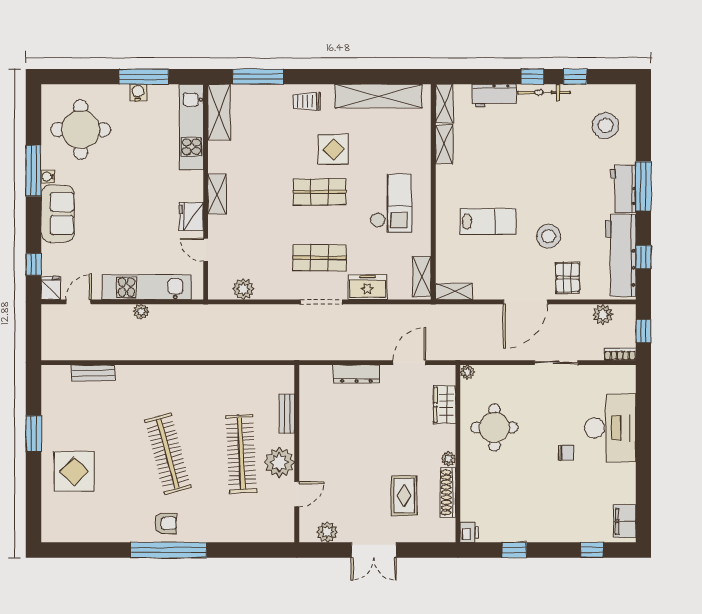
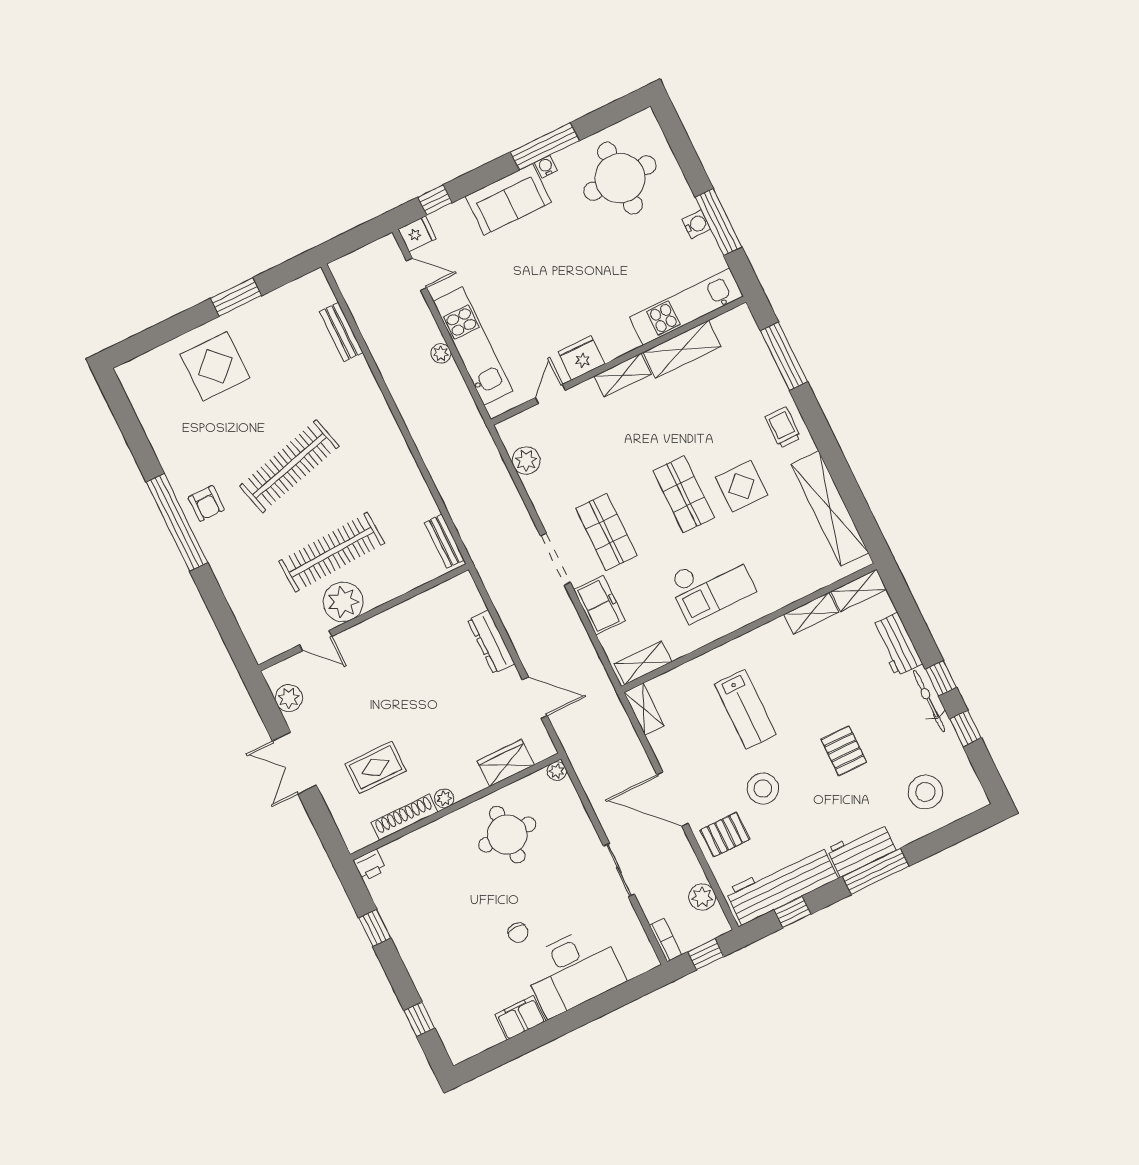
shelving: (219, 112) -> (682, 349), moved
pallet: (550, 168) -> (844, 751), added
bench: (287, 414) -> (444, 541), moved, turned 90
filing cabinet: (625, 521) -> (520, 1018), moved

